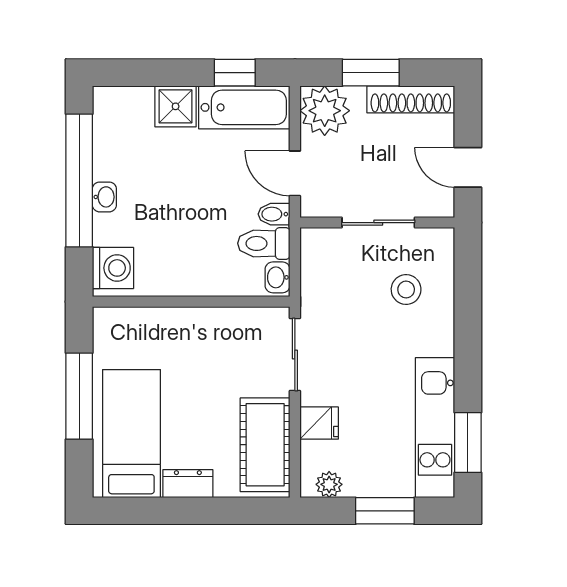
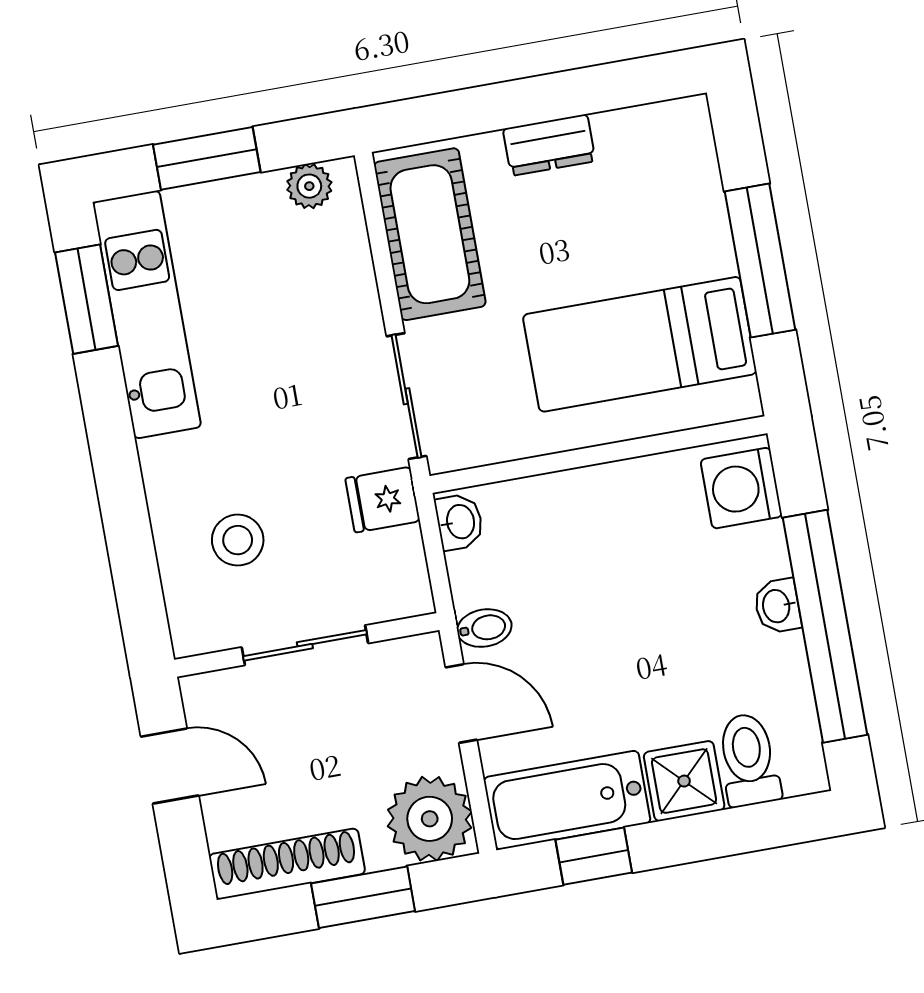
toilet: (264, 243) -> (749, 760), moved, turned -90
fridge: (319, 423) -> (383, 500), moved
bed: (131, 434) -> (640, 344), moved, turned 90

